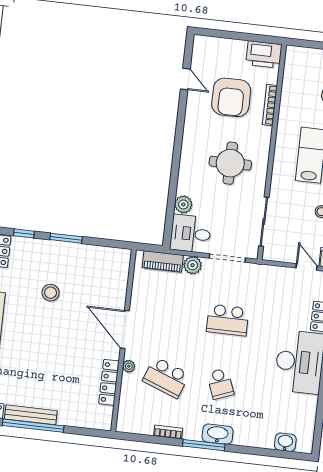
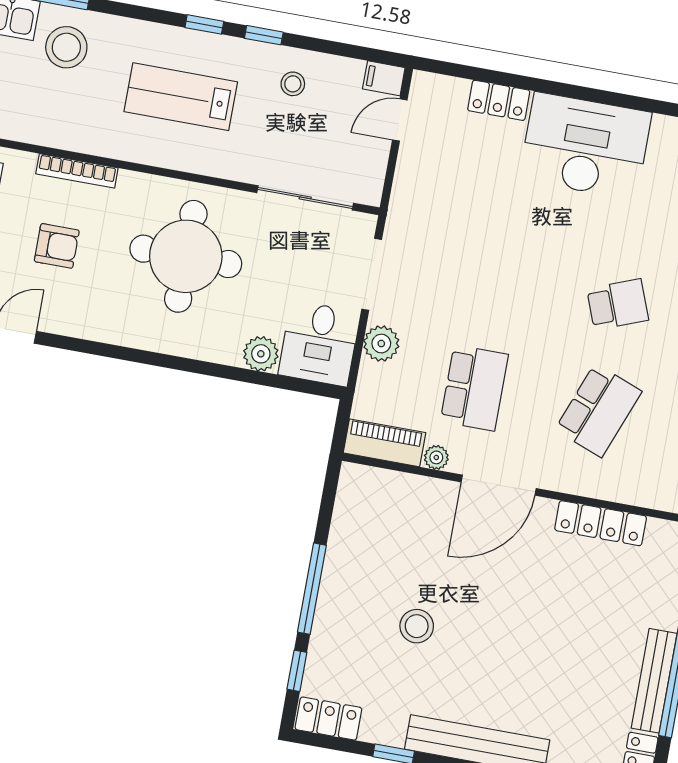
armchair: (231, 97) -> (57, 246), width x0.53, depth x0.53
round table: (230, 163) -> (186, 256), width x1.36, depth x1.36
window: (66, 238) -> (312, 589), width x1.44
piano: (163, 261) -> (384, 443), moved, turned -90
school desk: (228, 320) -> (474, 388), moved
plant: (129, 366) -> (436, 457), moved

